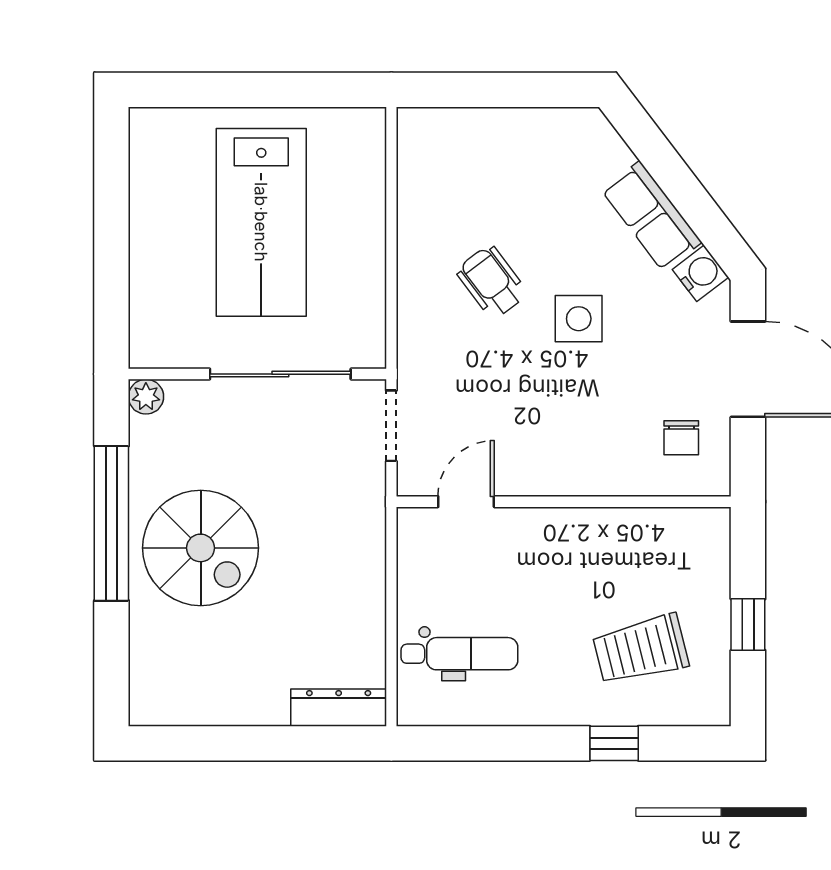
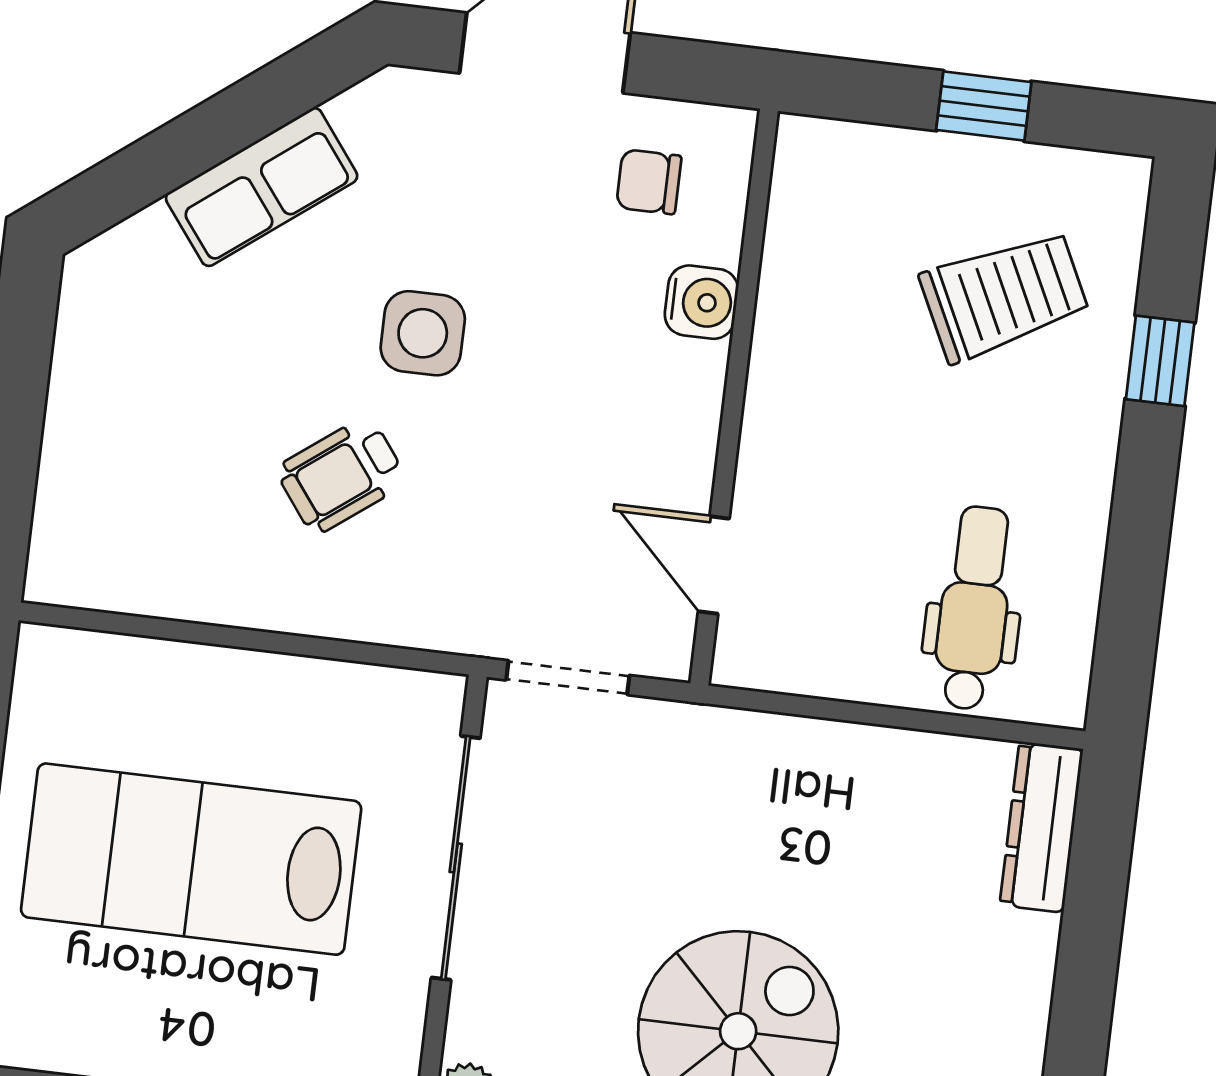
lab bench: (261, 222) -> (191, 859), turned 180
water cooler: (700, 273) -> (701, 302), moved, turned 127
chair: (681, 438) -> (649, 182), turned 180
trolley: (641, 649) -> (1004, 296), turned -102

